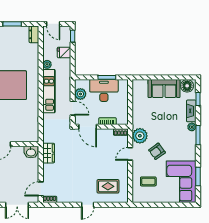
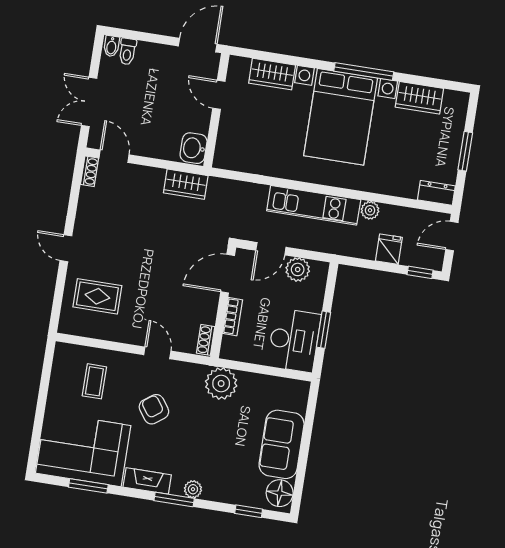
desk: (104, 90) -> (294, 340), moved
fireplace: (191, 111) -> (147, 481), moved
plant: (140, 136) -> (221, 384), moved
rug: (108, 186) -> (97, 296), turned 90

